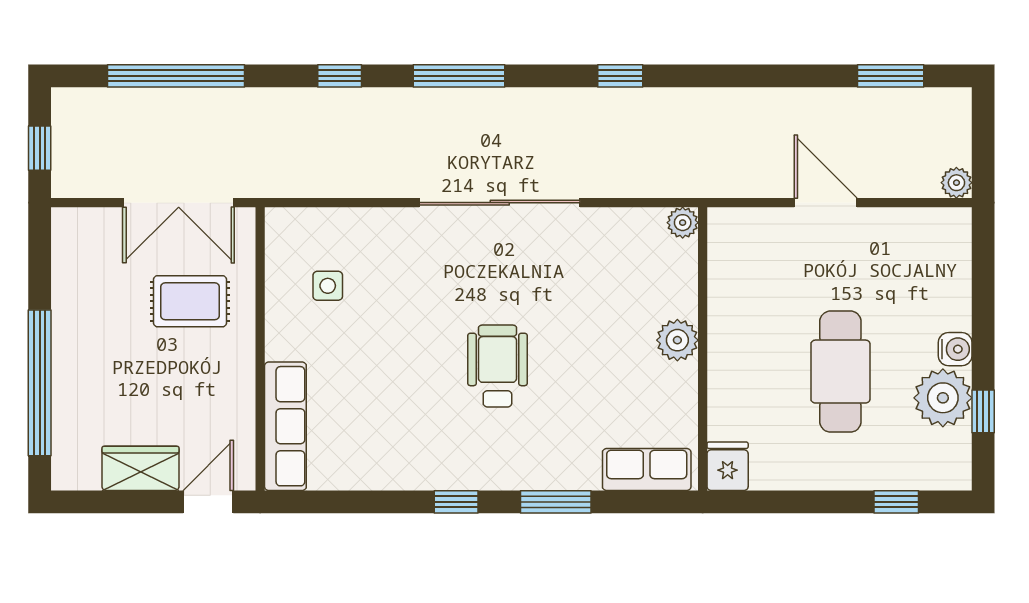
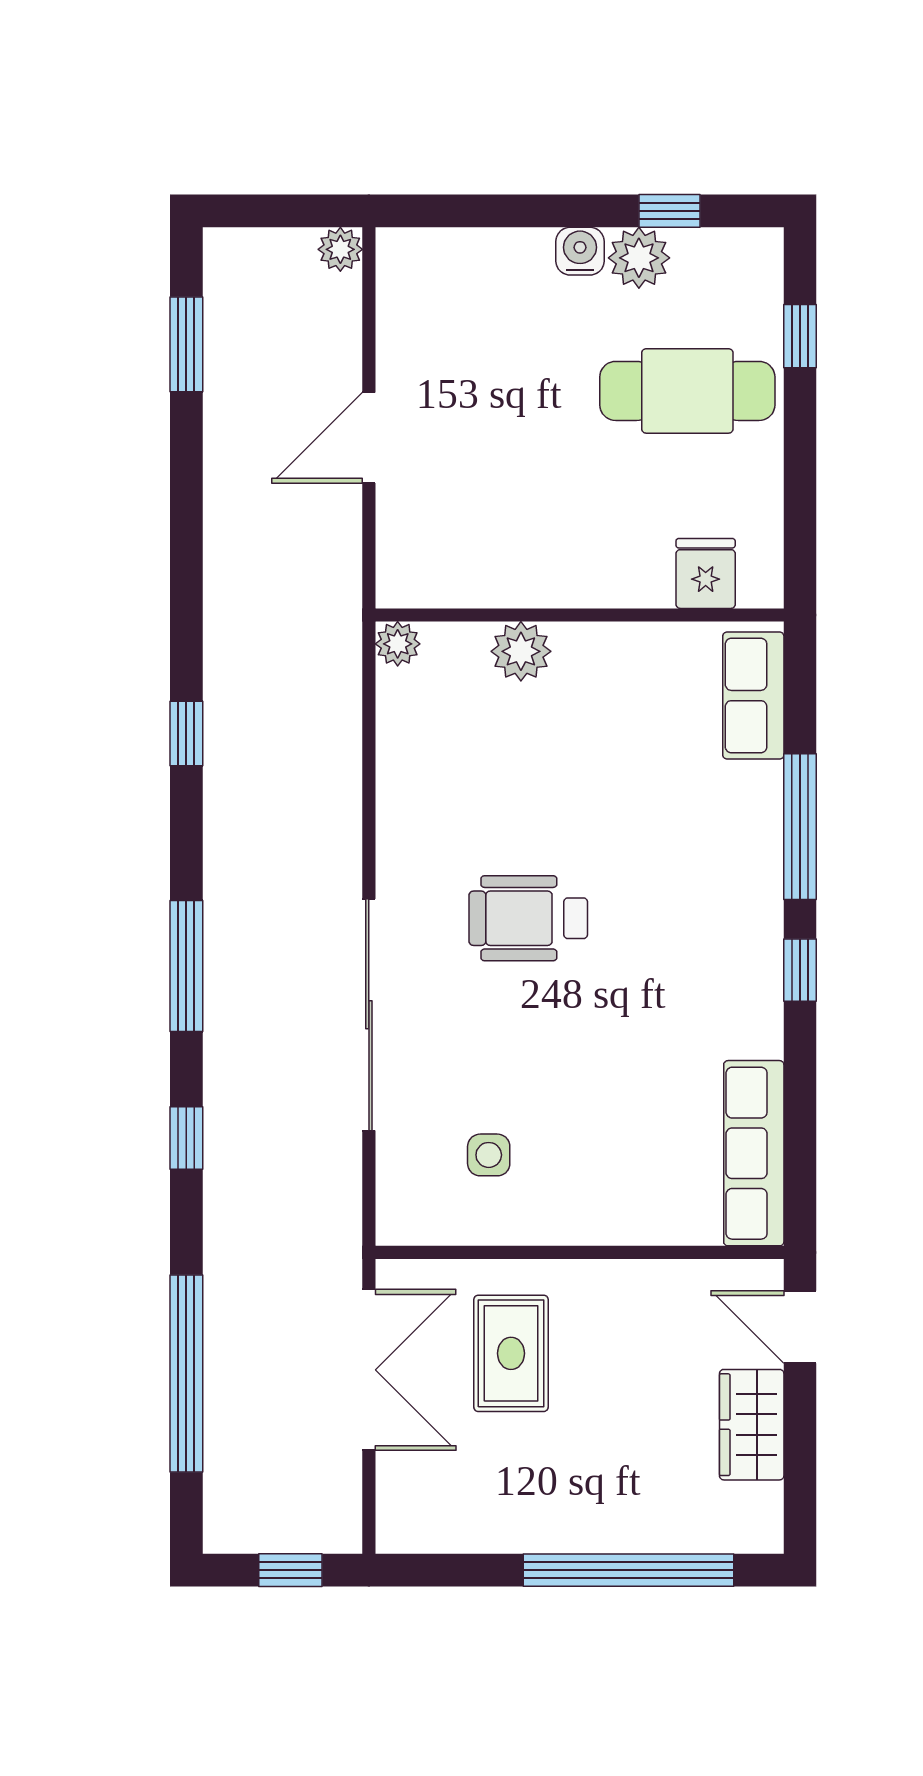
sliding door: (500, 203) -> (369, 1015), moved
plant: (677, 340) -> (521, 651), moved
wheelchair: (497, 366) -> (528, 918), moved
cafe table: (840, 372) -> (687, 391), moved
plant: (943, 398) -> (639, 258), width x0.73, depth x0.73
row of seats: (285, 426) -> (754, 1153), moved, turned -90
fridge: (728, 466) -> (706, 573), moved, turned 90
window: (556, 502) -> (800, 827), width x1.44

